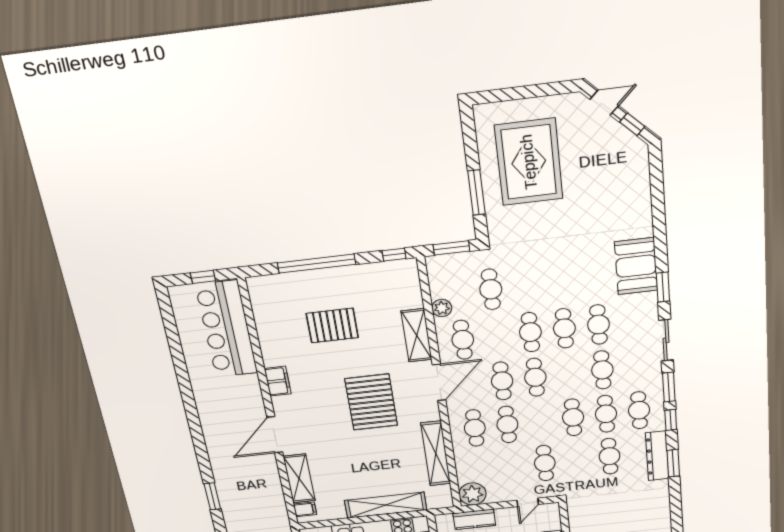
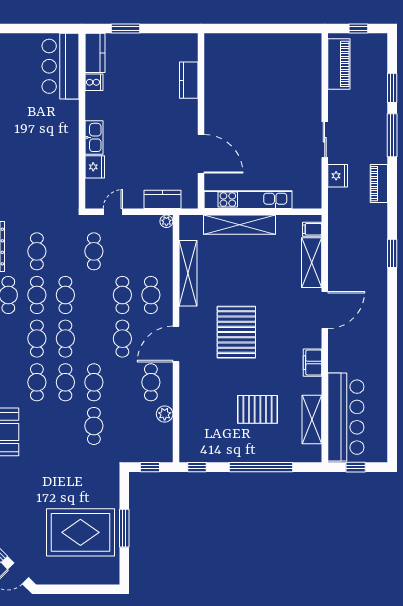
rug: (529, 162) -> (80, 532), turned 90
window: (476, 193) -> (124, 528), moved
window: (452, 248) -> (150, 467), width x0.67
cafe table: (491, 289) -> (94, 426), moved
shelving: (417, 335) -> (312, 420), moved
cafe table: (535, 377) -> (65, 339), moved
plant: (473, 494) -> (166, 221), width x0.53, depth x0.53

